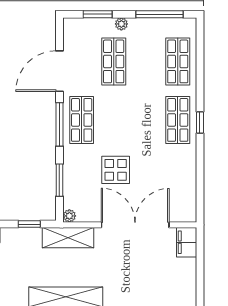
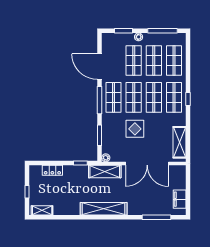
shop shelf: (146, 61) -> (154, 61), added
door: (59, 71) -> (100, 67), hinge flipped
shop shelf: (114, 120) -> (134, 97), added
shop shelf: (146, 120) -> (154, 97), added
shelving: (186, 191) -> (180, 142), added
double door: (135, 225) -> (147, 163), swing flipped
filing cabinet: (187, 242) -> (180, 199), moved

